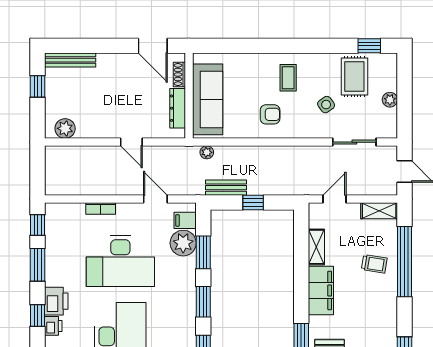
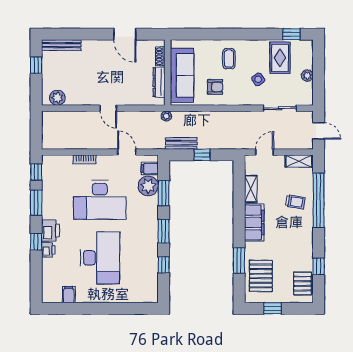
shoe rack: (179, 74) -> (160, 56), moved
wall: (189, 96) -> (168, 73), moved
sofa: (208, 99) -> (182, 75), moved
dresser: (178, 108) -> (159, 82), moved

